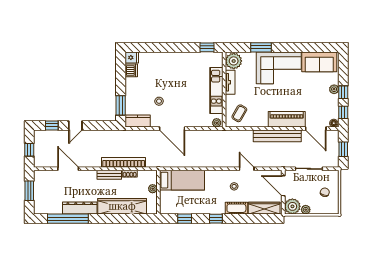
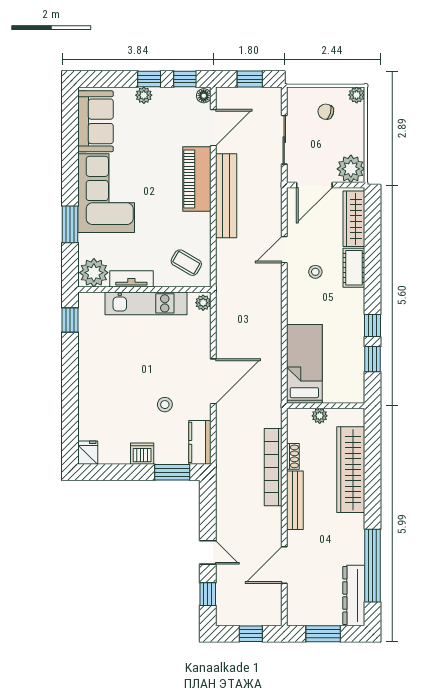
dishwasher: (131, 70) -> (142, 454), moved
bench: (109, 175) -> (295, 500), width x1.36
dresser: (80, 208) -> (354, 596), moved
plant: (306, 210) -> (357, 95), moved
window: (216, 219) -> (372, 325), moved

